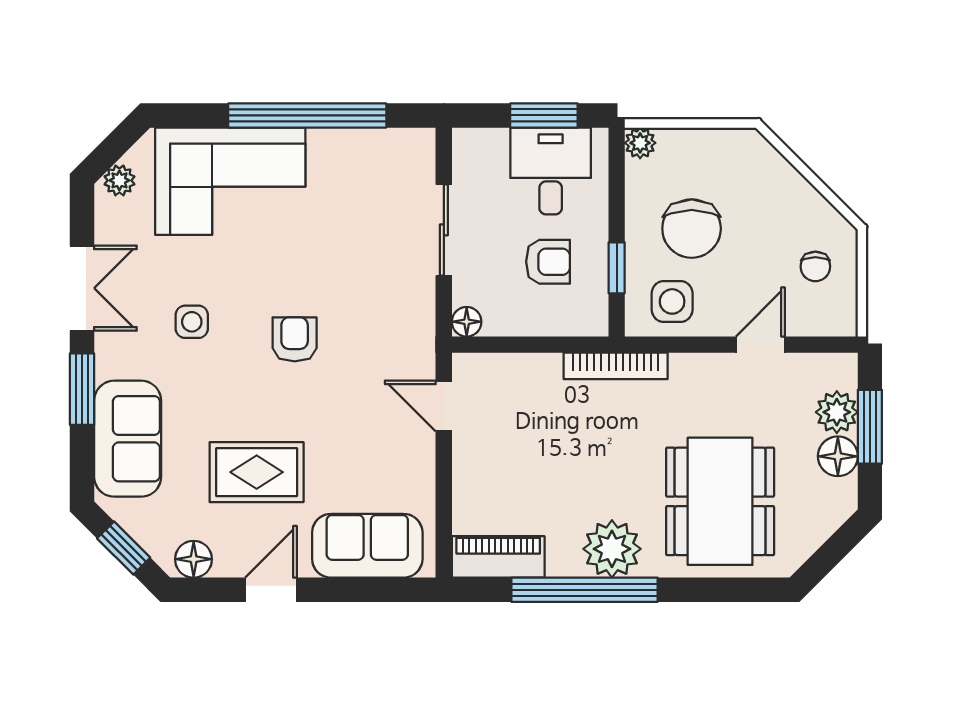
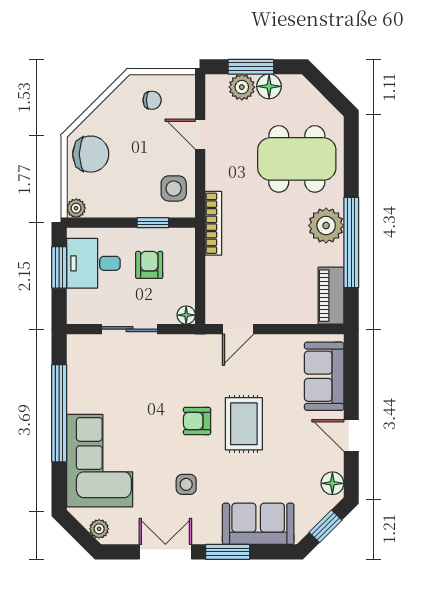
chair: (692, 229) -> (91, 154), moved
rug: (257, 472) -> (244, 424), moved

